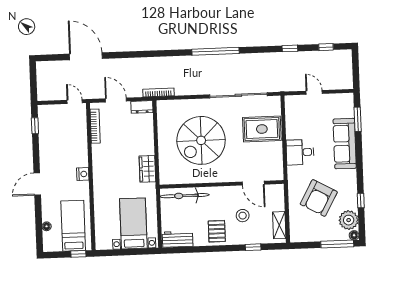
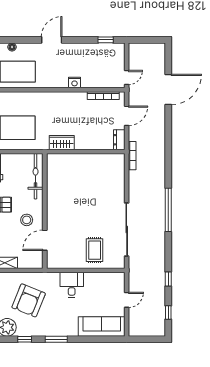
window: (358, 119) -> (56, 339), moved
rug: (262, 129) -> (95, 250), width x0.73, depth x0.70
spiral stairs: (201, 140) -> (86, 193), removed
sofa: (345, 144) -> (102, 326), moved
nightstand: (83, 174) -> (74, 83), moved
door: (37, 184) -> (52, 40), hinge flipped
armchair: (319, 198) -> (29, 300), turned -97
stool: (243, 216) -> (27, 220), moved

